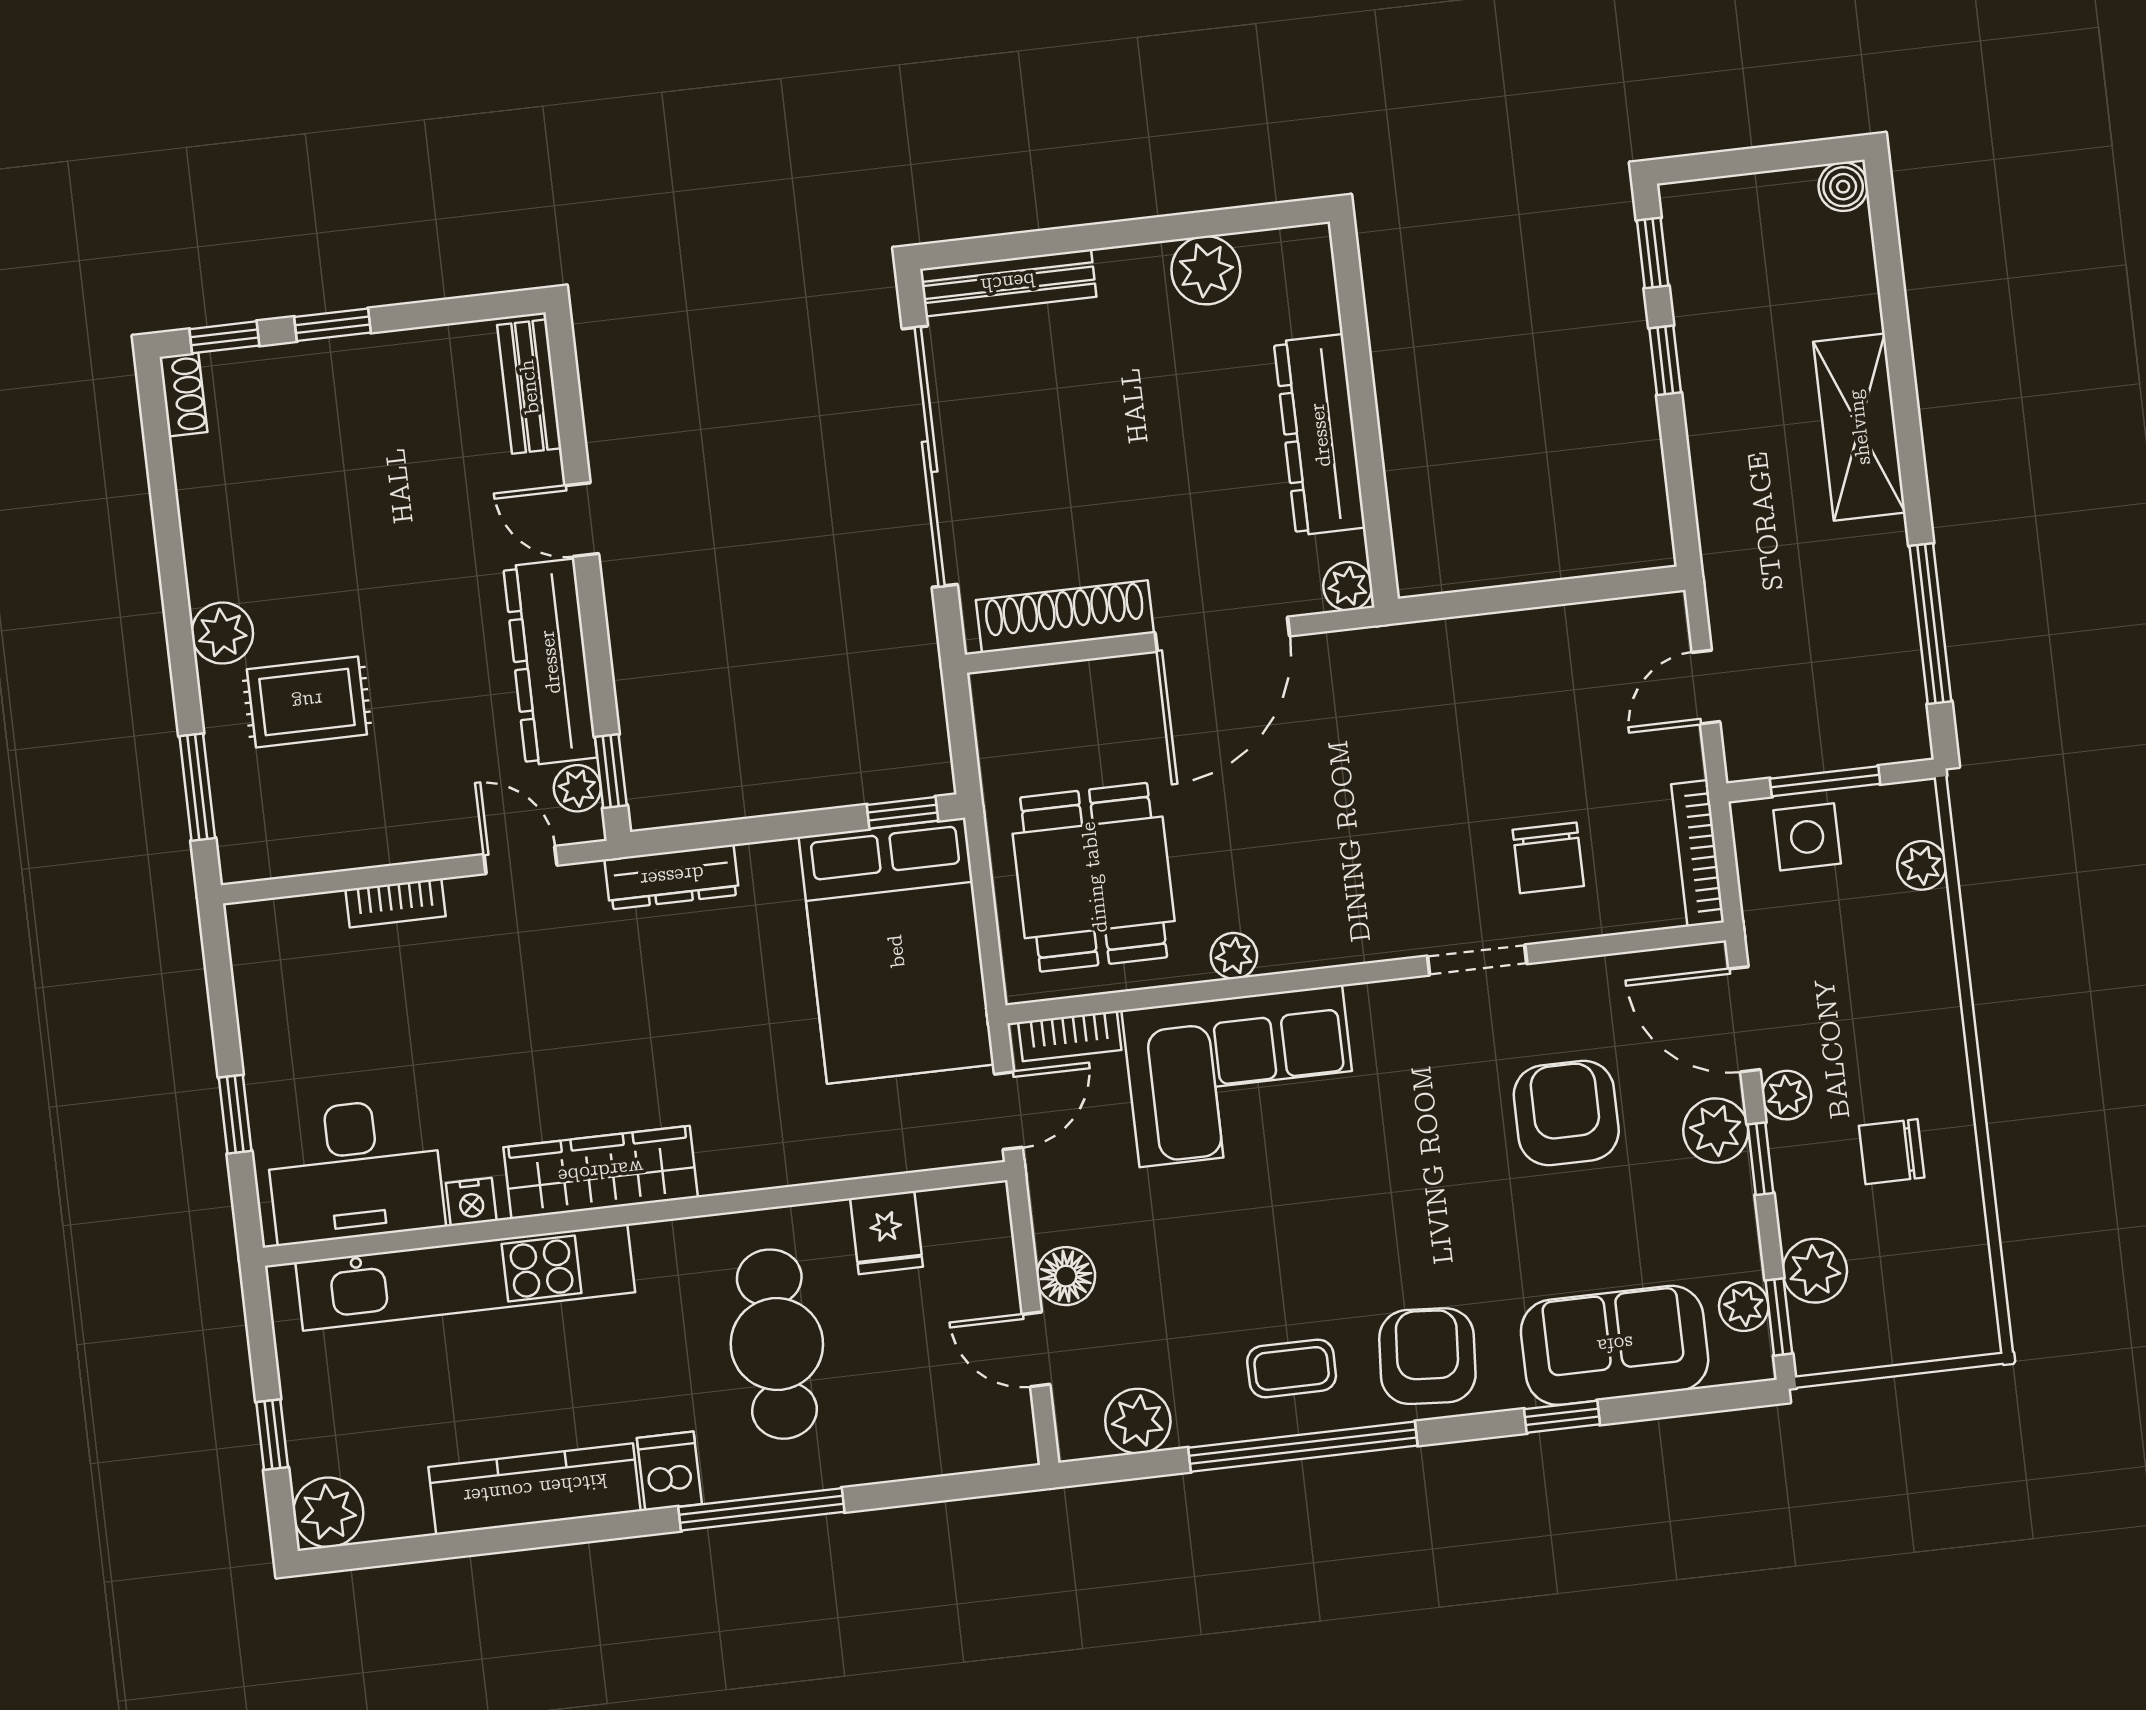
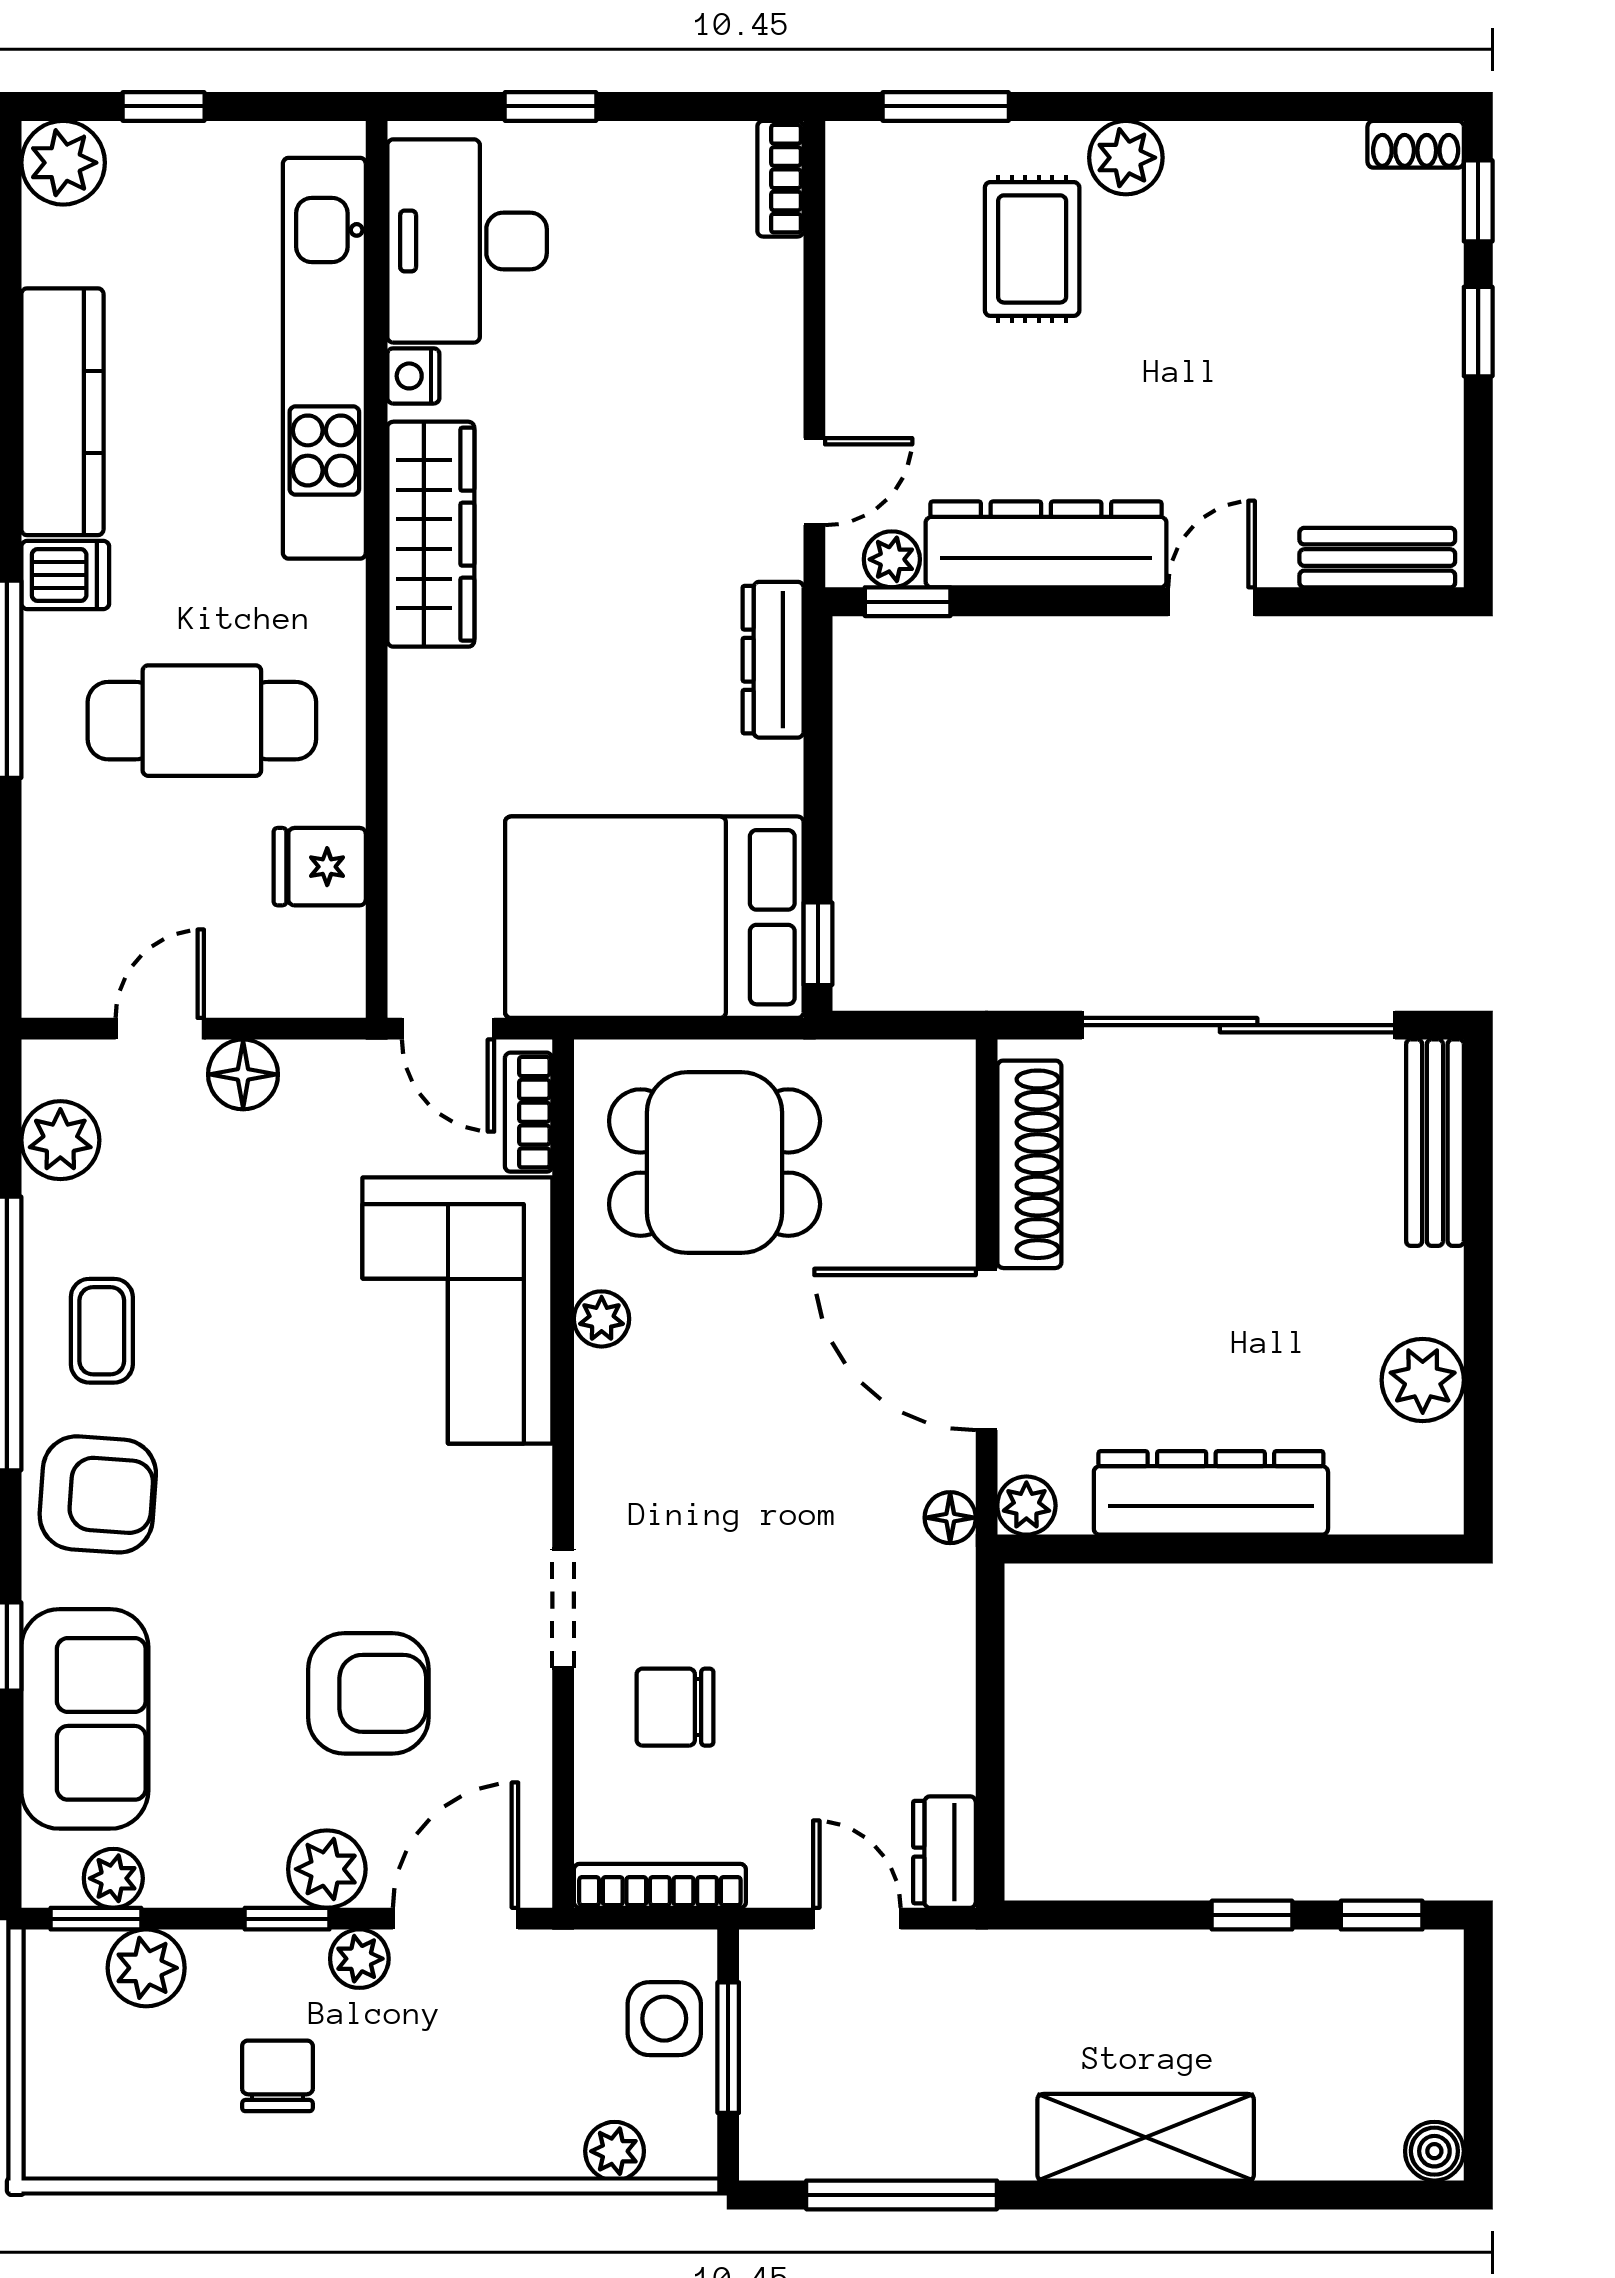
dresser: (1642, 621) -> (944, 1852), added
floor lamp: (1365, 648) -> (950, 1518), added
bookcase: (396, 903) -> (780, 179), moved

